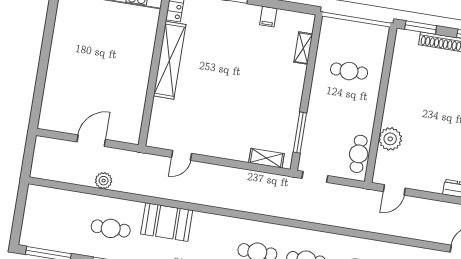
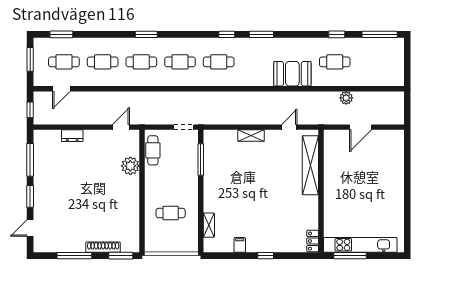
shelving: (170, 60) -> (310, 165), moved
shelving: (266, 158) -> (251, 136), moved

